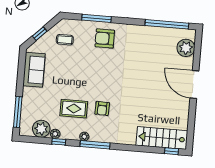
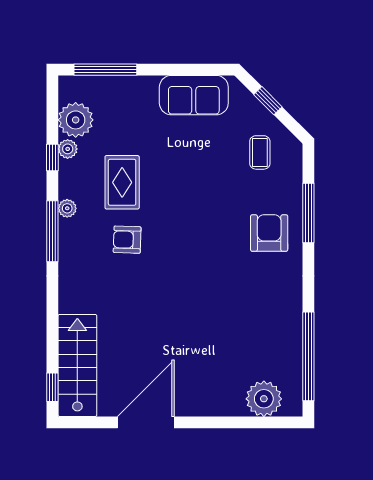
door: (194, 85) -> (146, 422), moved

